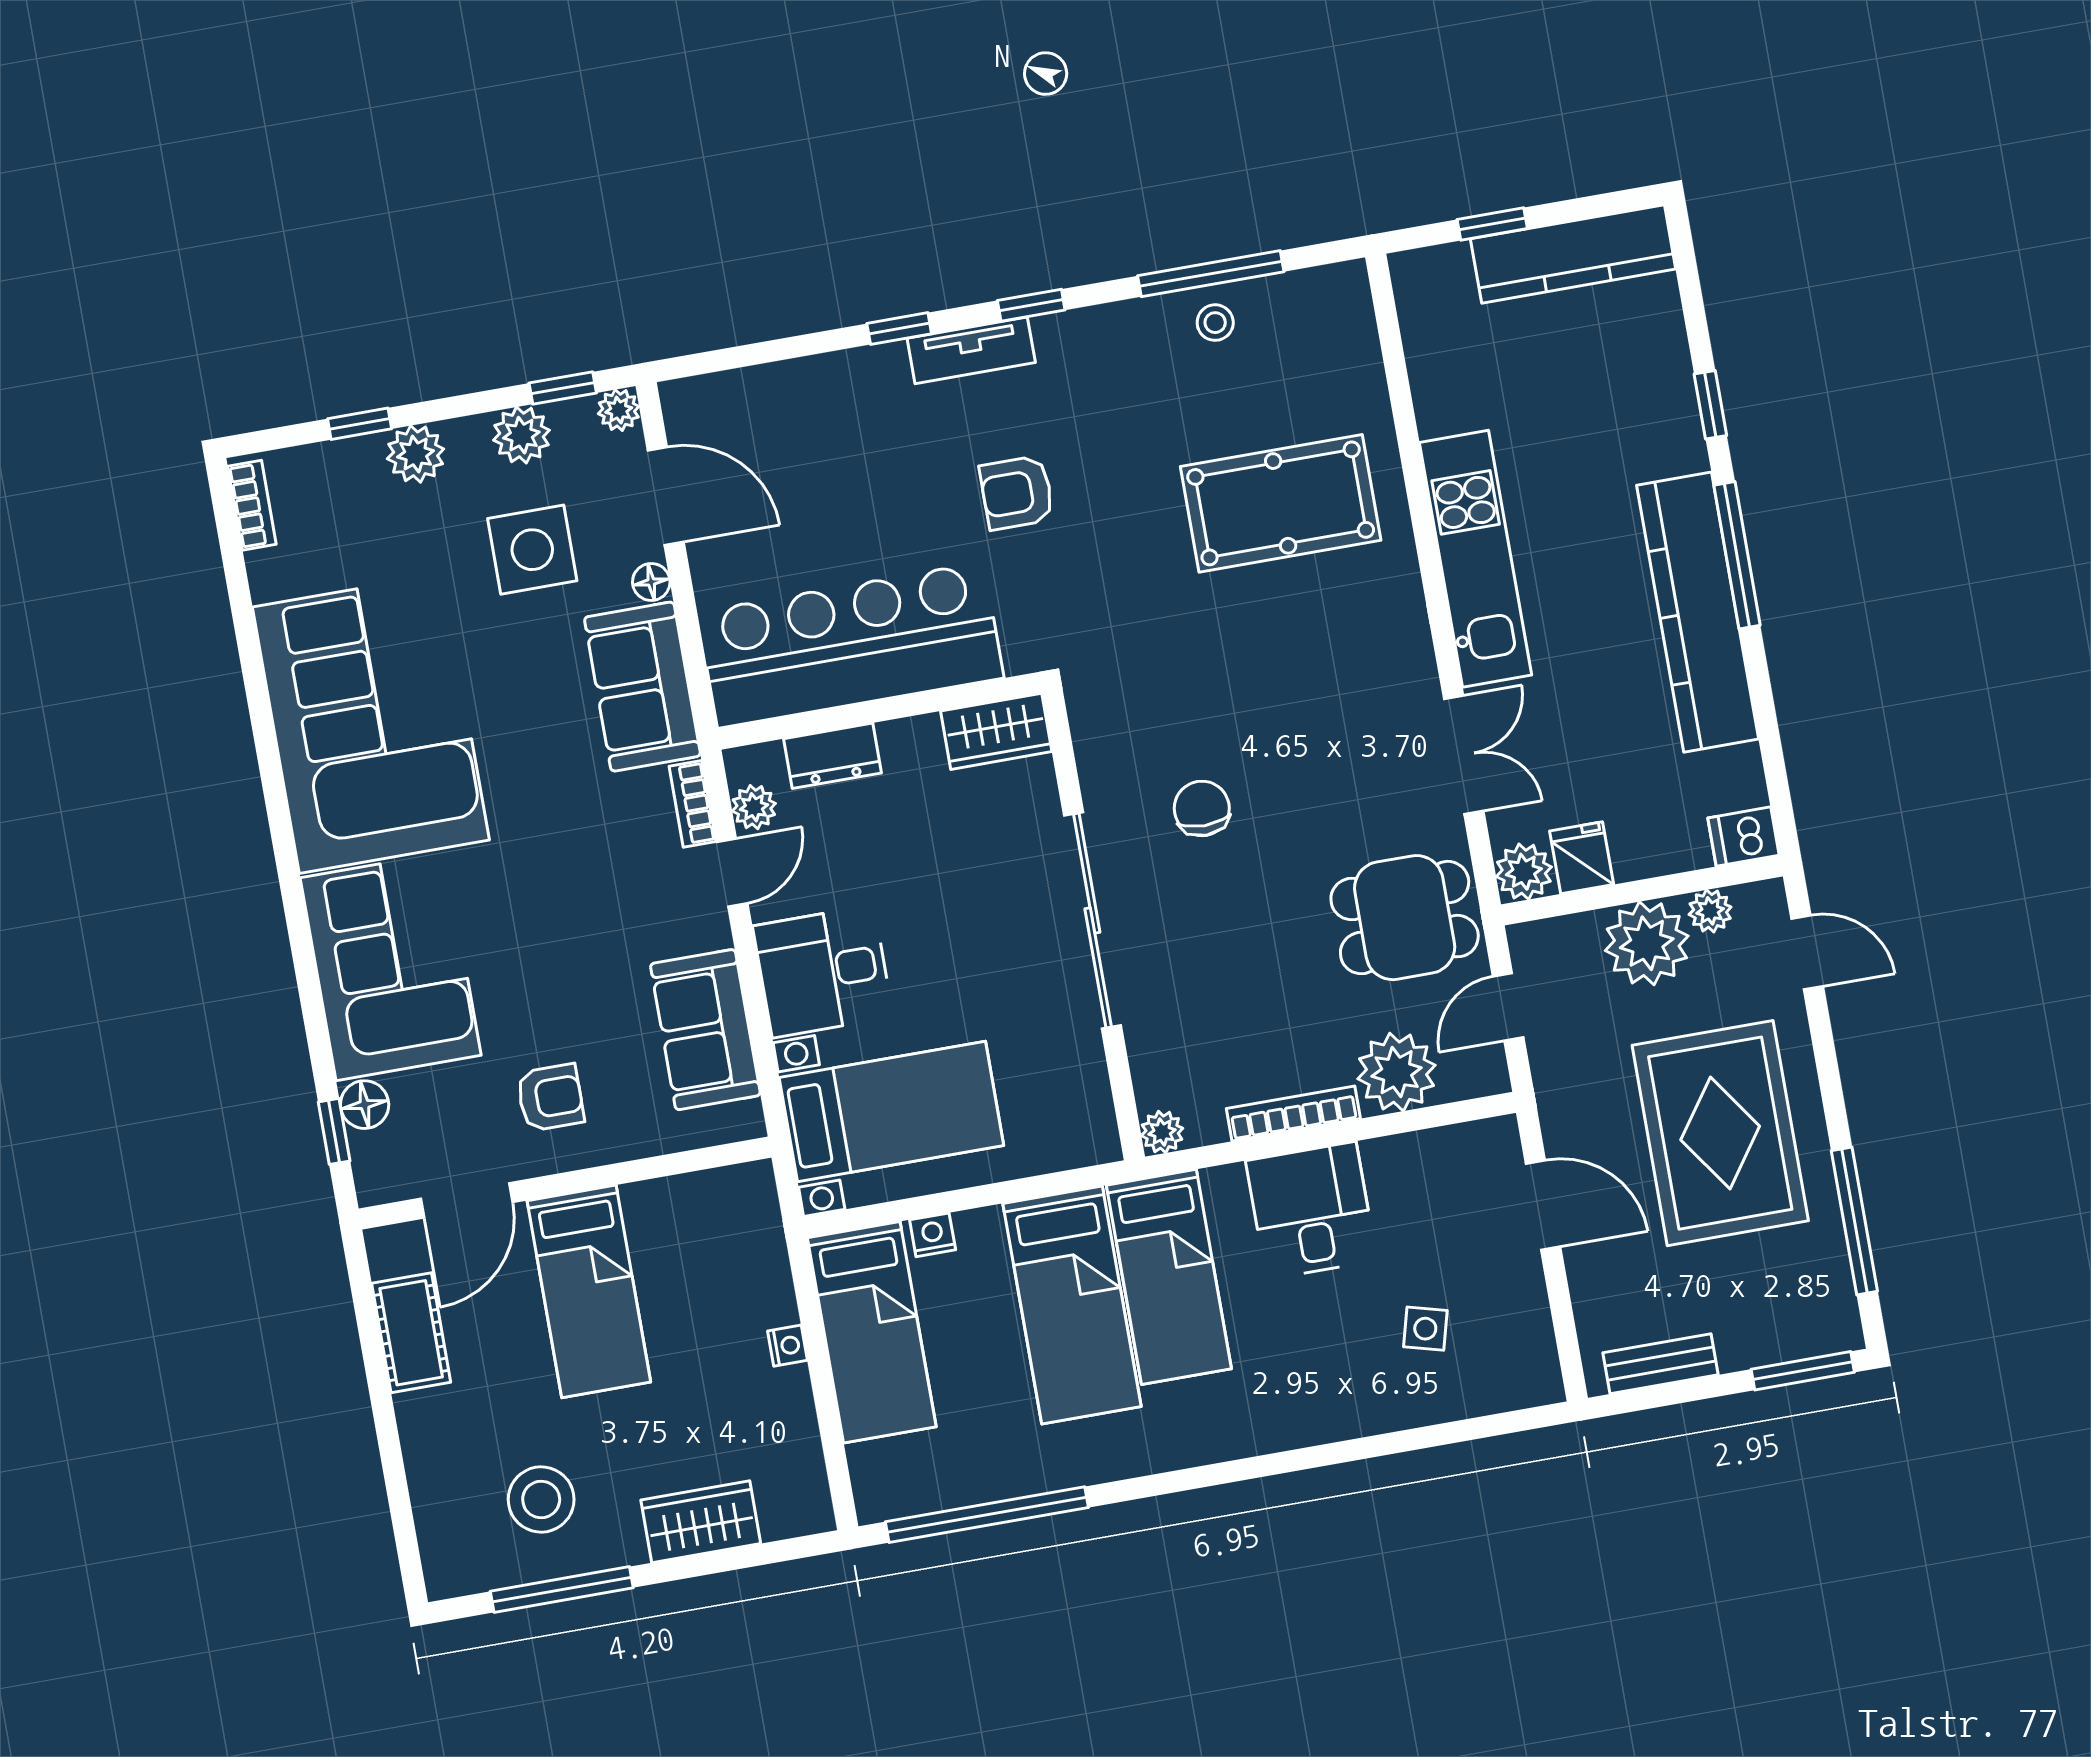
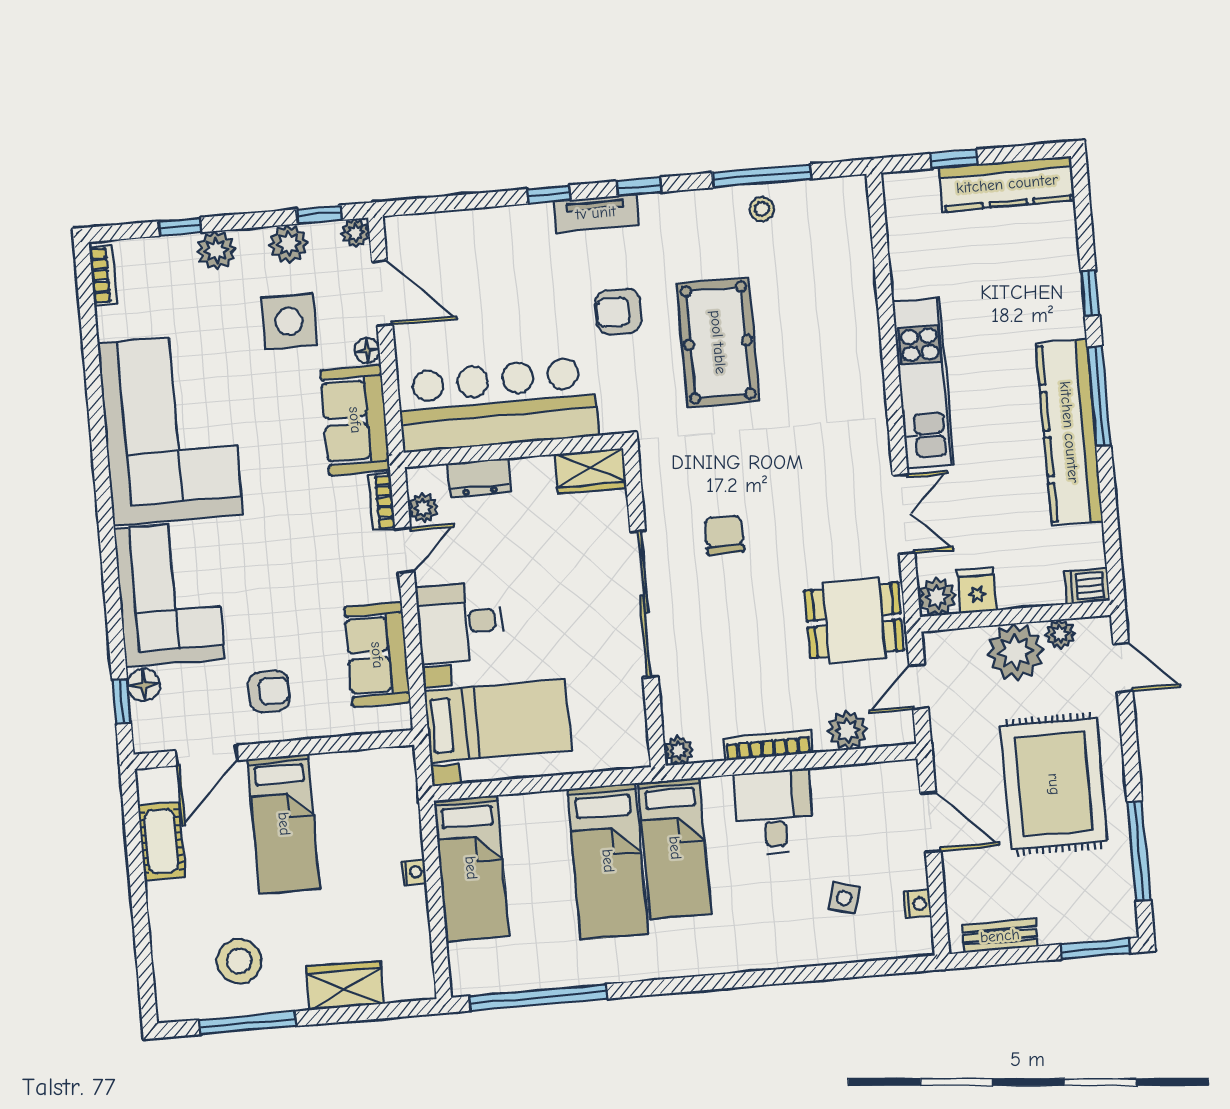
pool table: (1281, 503) -> (718, 342), moved, turned 90
plant: (1397, 1072) -> (847, 730), width x0.73, depth x0.73
nightstand: (933, 1235) -> (918, 904), moved, turned 90

